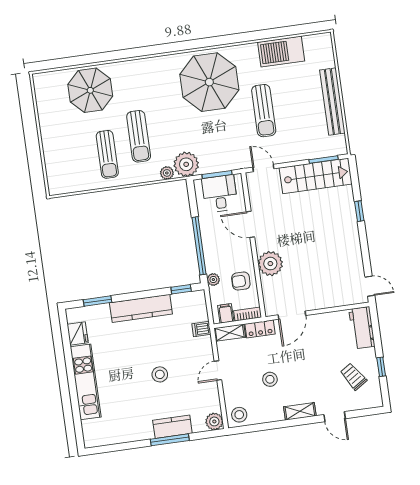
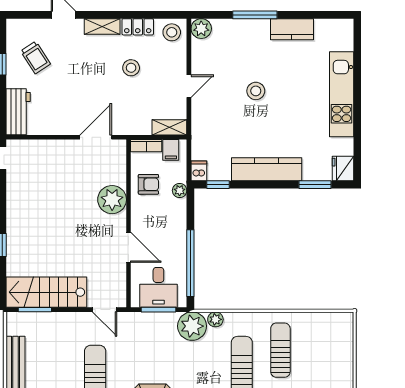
window: (199, 246) -> (190, 263), moved
dishwasher: (201, 329) -> (199, 171), moved, turned -90
locker: (260, 329) -> (138, 27), moved, turned 180
fridge: (78, 334) -> (343, 169), moved
kitchen counter: (172, 427) -> (292, 29), moved

